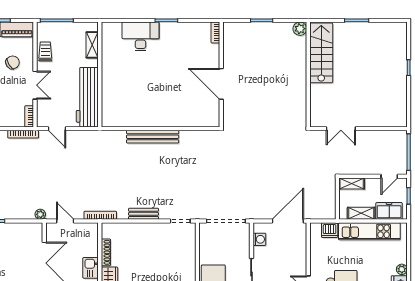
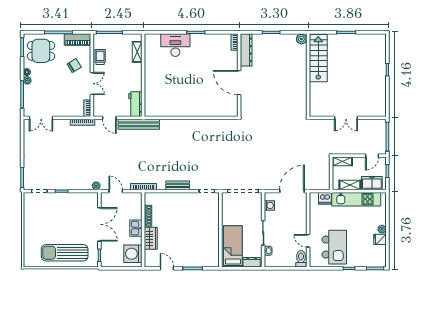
dresser: (230, 42) -> (246, 50), added
workbench: (87, 97) -> (135, 104), width x0.53, depth x0.76
double door: (341, 129) -> (346, 118), moved
bench: (153, 137) -> (139, 124), moved

